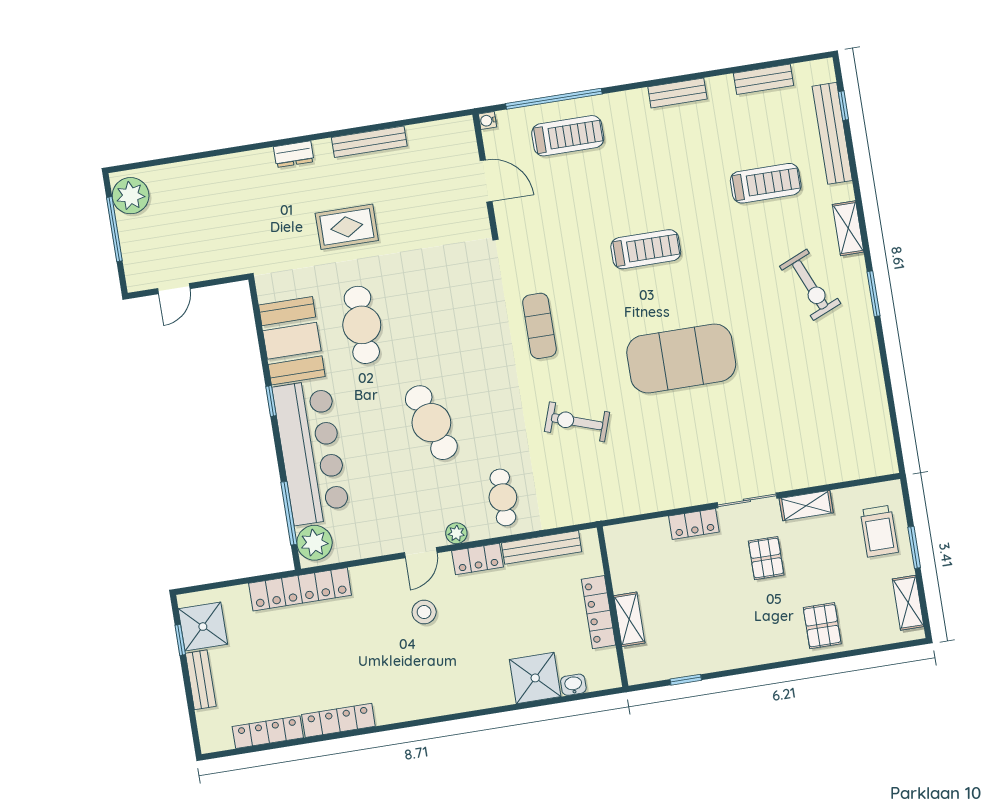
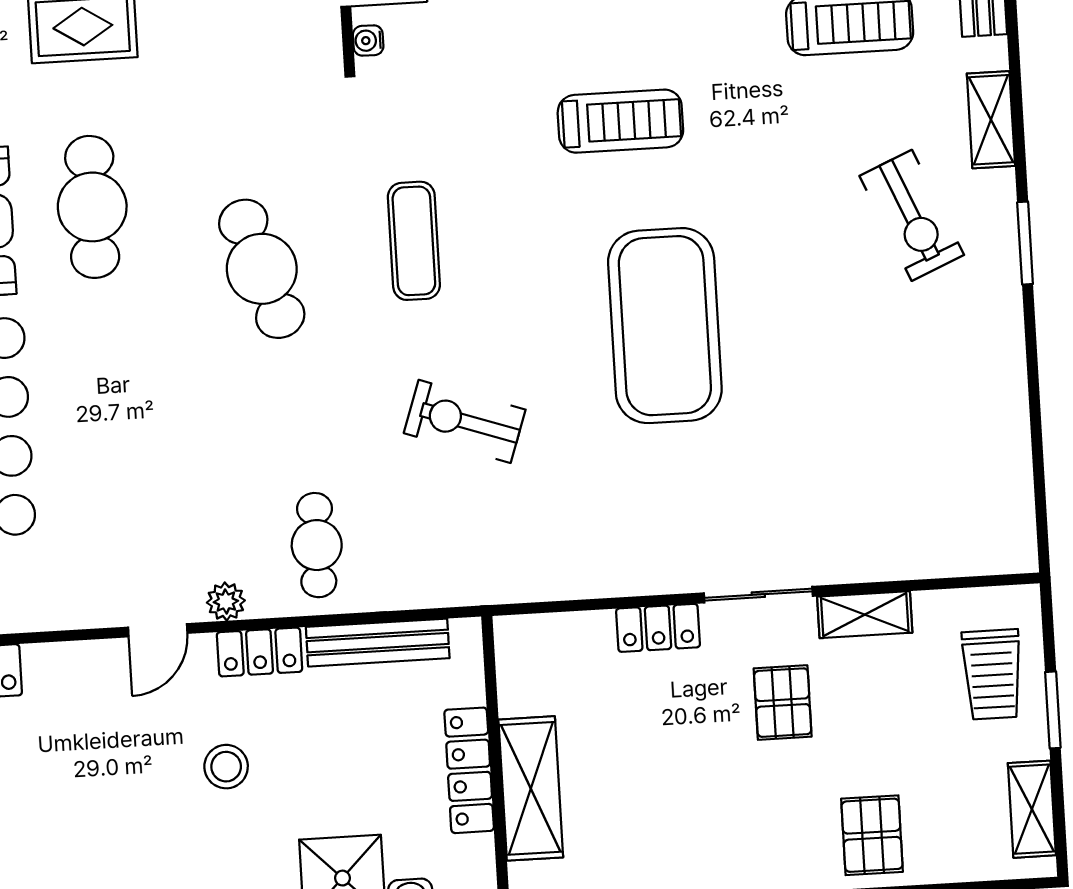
water cooler: (504, 219) -> (368, 41), added
exercise mat: (681, 358) -> (665, 326), turned 90
cafe table: (431, 423) -> (262, 269), moved
stool: (424, 612) -> (226, 767), moved
shelving: (629, 619) -> (531, 788), width x1.50, depth x1.33

